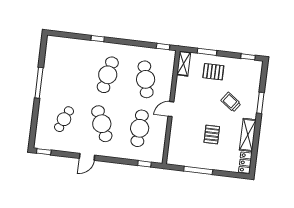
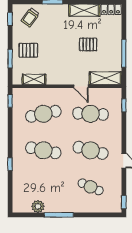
plant: (50, 62) -> (38, 206), added
shelving: (184, 64) -> (34, 79), moved
pallet: (213, 72) -> (28, 50), turned 90
trolley: (231, 102) -> (30, 17), moved
door: (171, 109) -> (81, 86), moved
cafe table: (102, 124) -> (91, 150), turned 39
shelving: (175, 148) -> (105, 78), added

